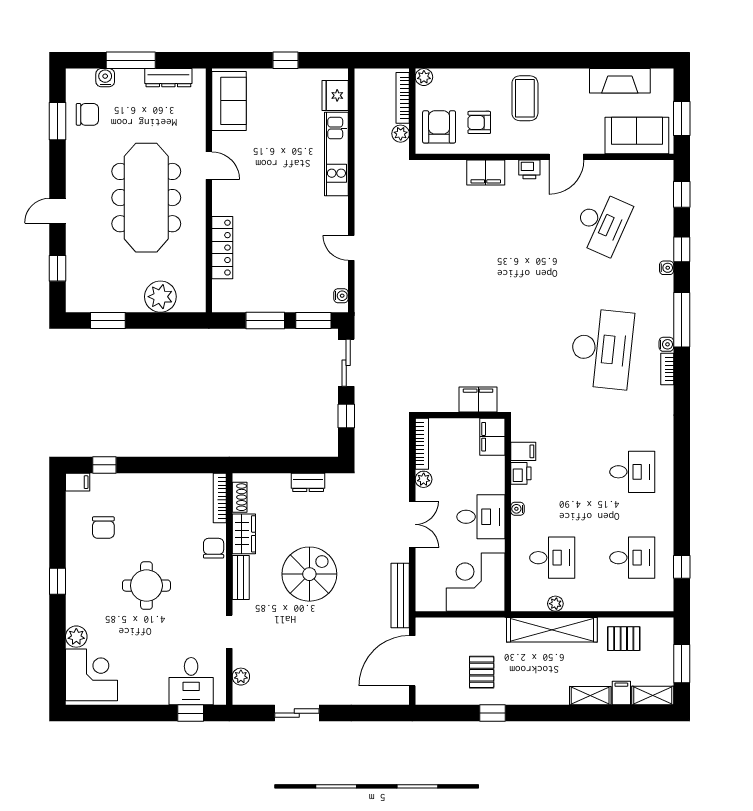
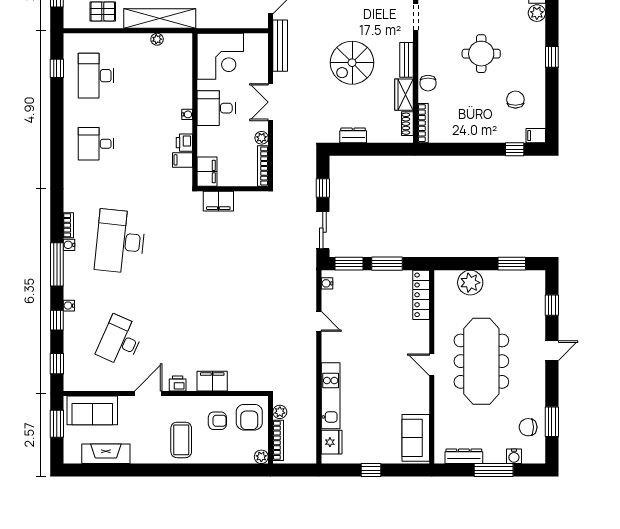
door: (209, 166) -> (432, 365), moved
locker: (222, 248) -> (421, 295), moved
desk: (552, 558) -> (160, 76), removed
desk: (632, 558) -> (96, 76), width x1.37

